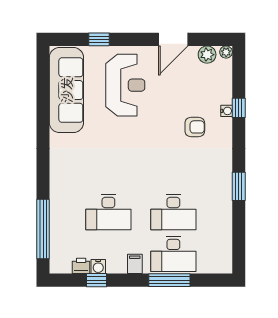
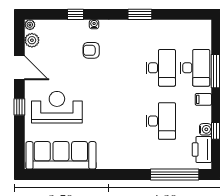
window: (99, 39) -> (19, 107), moved
water cooler: (227, 111) -> (94, 24), moved
armchair: (195, 127) -> (91, 50), turned -90
printer: (81, 266) -> (202, 150), width x1.87, depth x1.48

